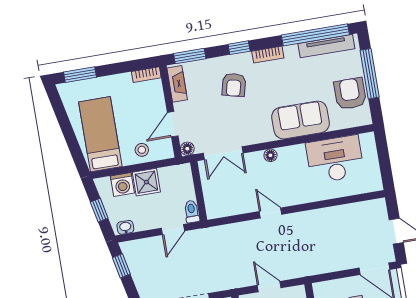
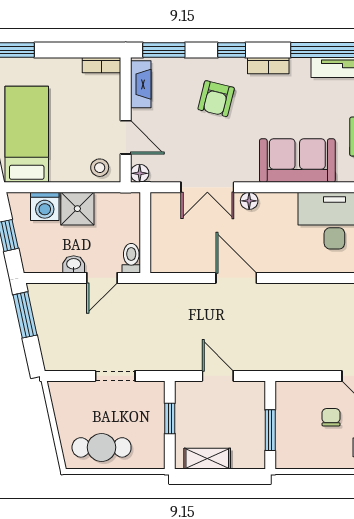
door: (173, 124) -> (126, 137), swing flipped
stool: (142, 150) -> (100, 168), moved
double door: (223, 153) -> (207, 187), moved
door: (271, 213) -> (236, 278), width x1.38
washbasin: (125, 227) -> (74, 264), moved
window: (121, 266) -> (25, 315), width x1.50

